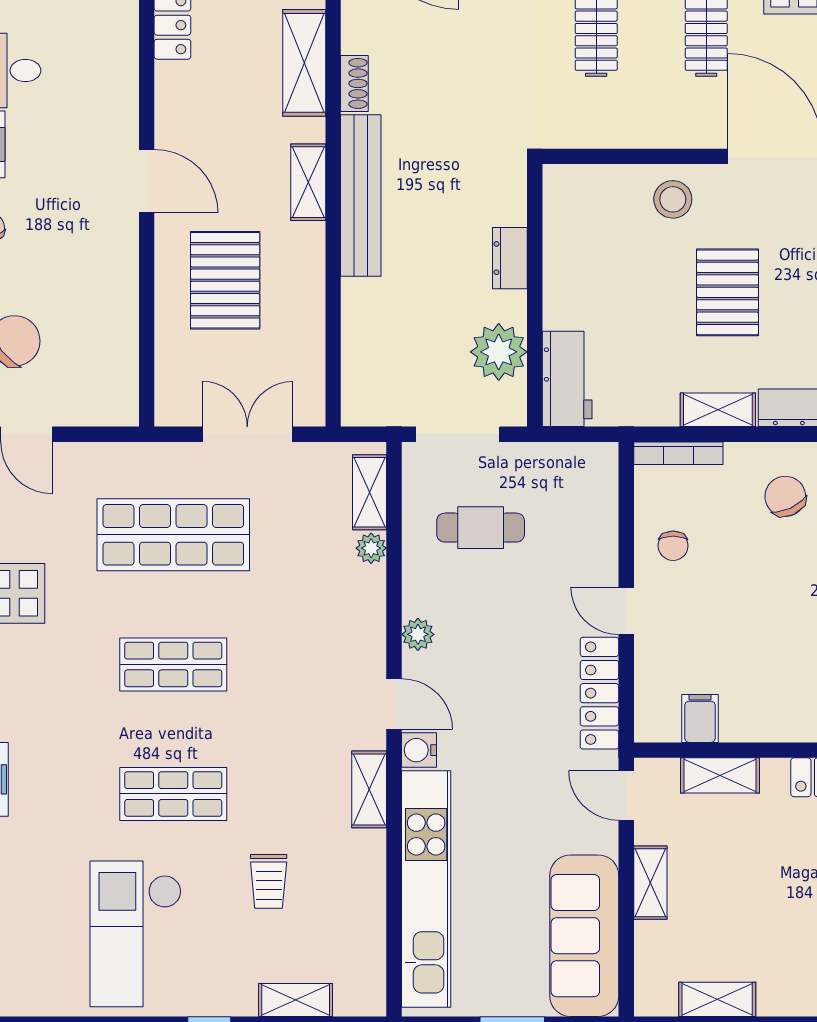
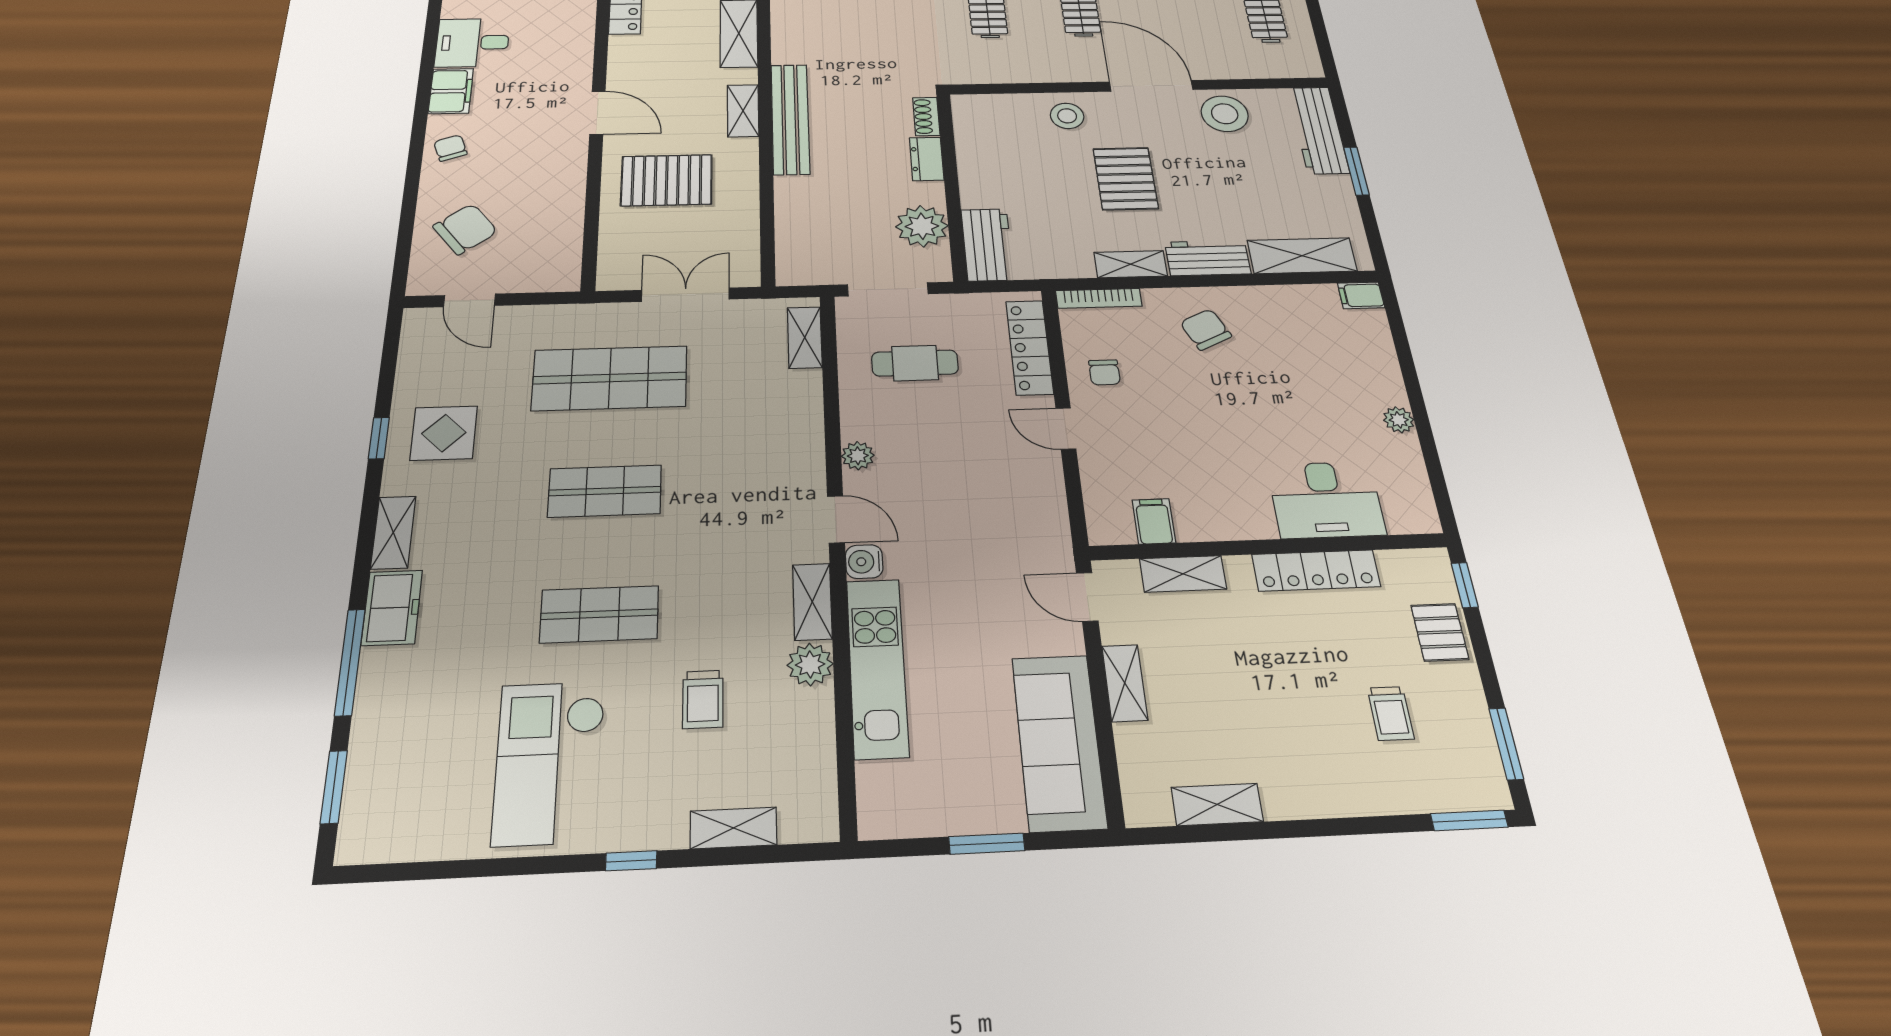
shoe rack: (354, 83) -> (926, 116), moved, turned 180
pallet: (225, 280) -> (667, 180), turned 90
plant: (371, 548) -> (810, 664), moved, width x1.38, depth x1.38
locker: (599, 693) -> (1029, 347), moved
kitchen unit: (426, 889) -> (877, 667), width x0.73

